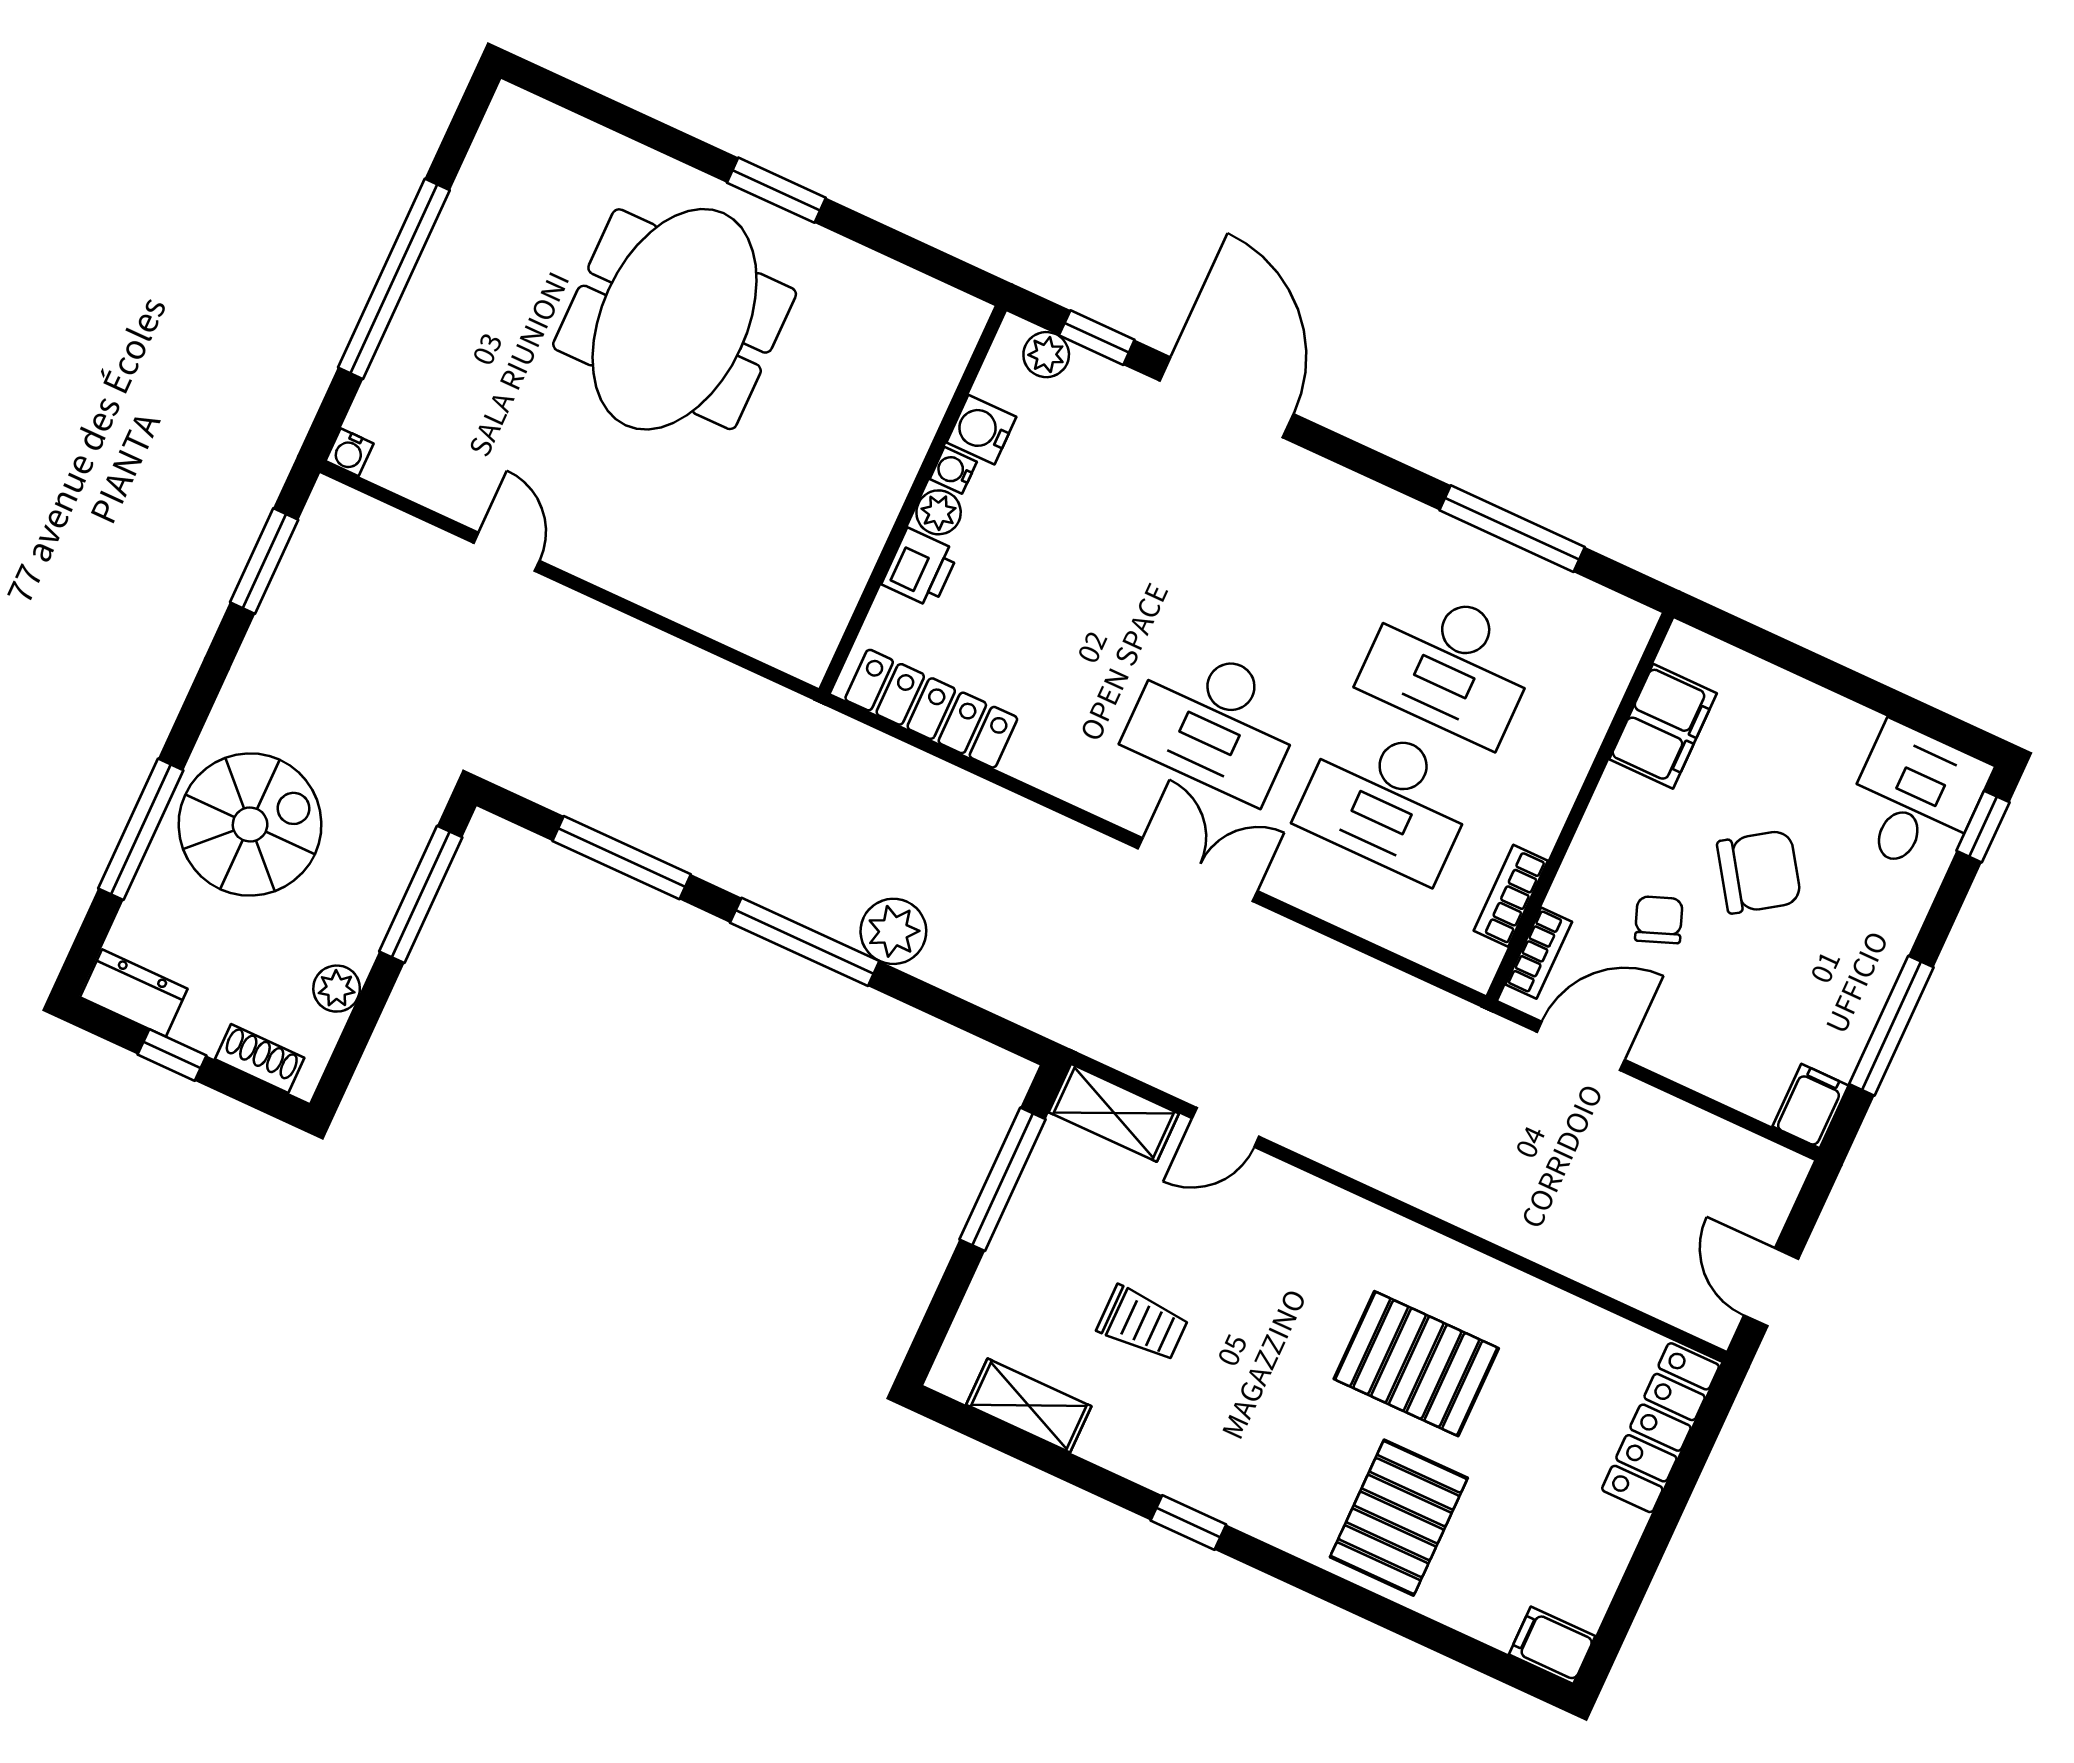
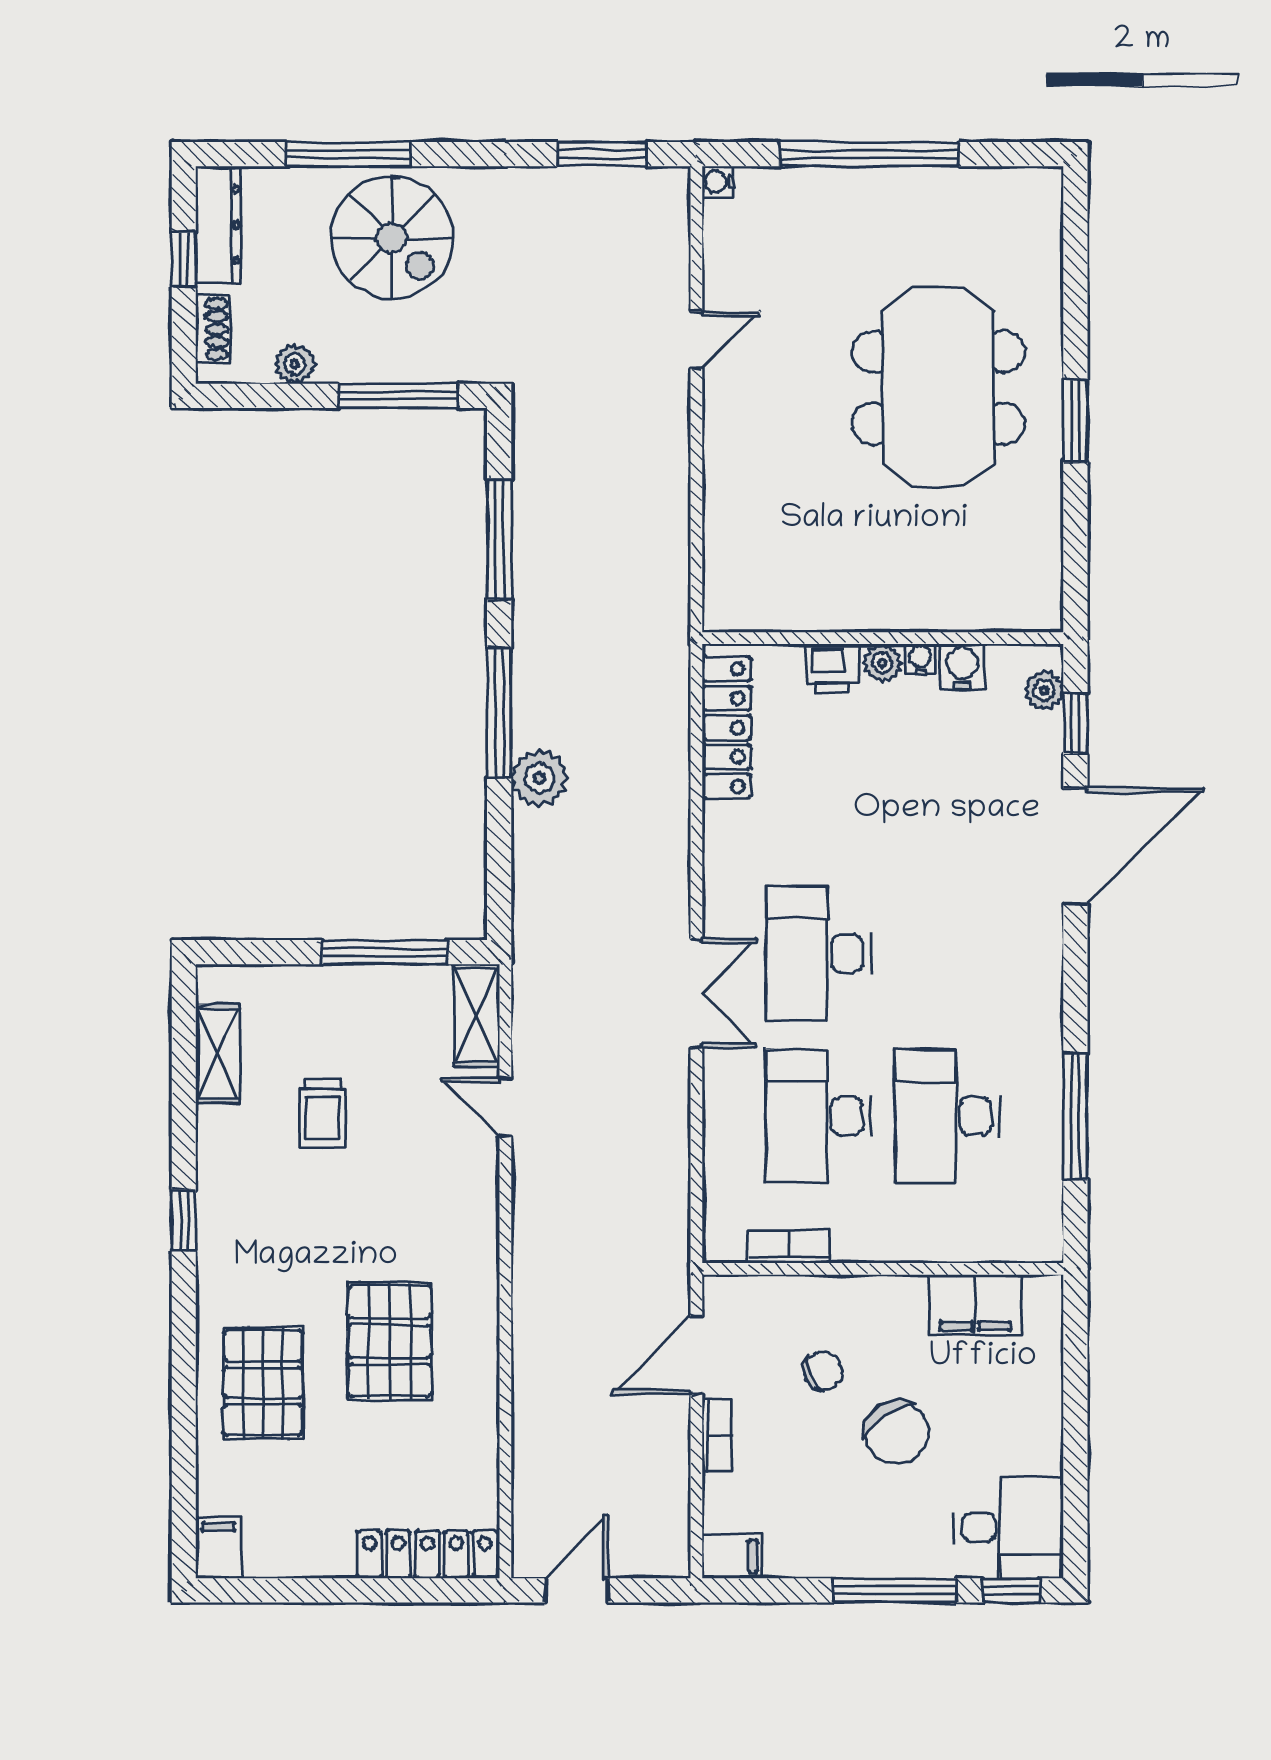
meeting table: (675, 319) -> (938, 388), turned 90
bookcase: (1539, 953) -> (717, 1436), moved, turned -90
dresser: (134, 993) -> (218, 225), width x1.44
window: (1891, 1026) -> (895, 1590), moved
door: (1581, 1046) -> (696, 1355), swing flipped
pallet: (1399, 1518) -> (263, 1383), turned 90

